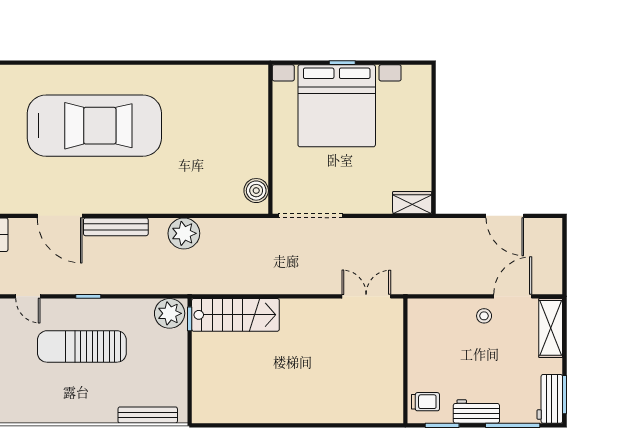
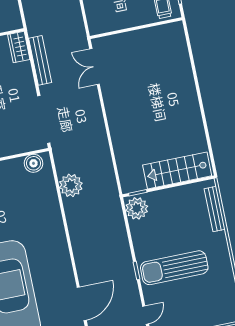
bench: (116, 227) -> (40, 60), moved
plant: (184, 233) -> (71, 185), moved
stairs: (235, 315) -> (177, 170), moved, turned -90
sun lounger: (82, 346) -> (174, 268), turned 90

